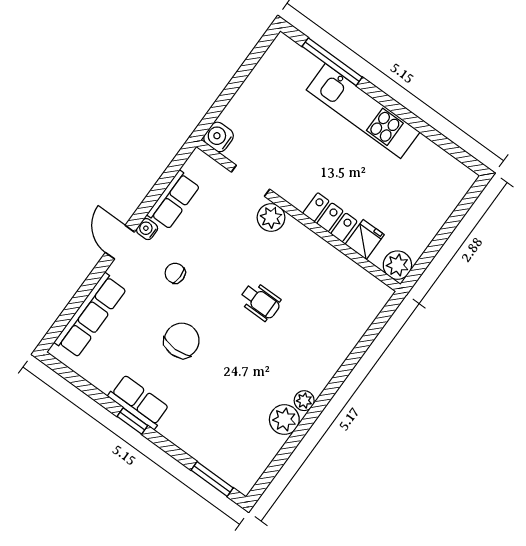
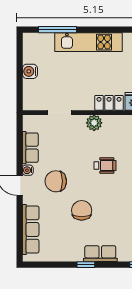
water cooler: (219, 137) -> (30, 71), moved
plant: (271, 217) -> (94, 123), moved
chair: (175, 273) -> (56, 181), width x1.87, depth x1.87
row of seats: (139, 402) -> (100, 254), moved

